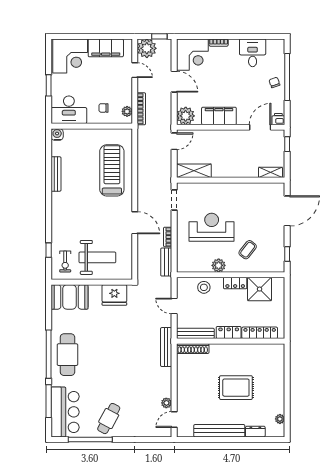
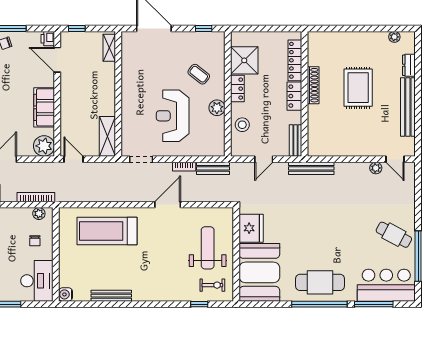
booth: (70, 297) -> (259, 272), width x1.36, depth x1.42
bench: (195, 333) -> (296, 140), width x0.73
shoe rack: (193, 349) -> (313, 85), moved

